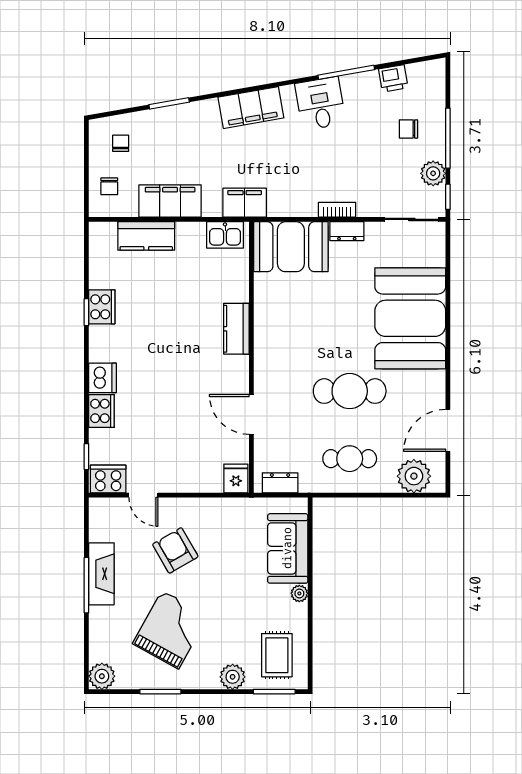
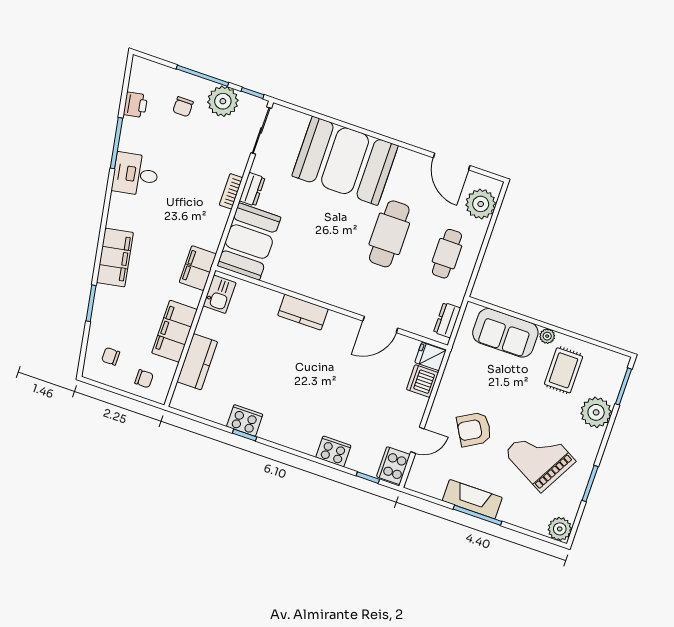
filing cabinet: (251, 108) -> (115, 257), moved
plant: (433, 173) -> (223, 101), width x1.36, depth x1.36
dishwasher: (103, 378) -> (422, 381), moved, turned -90
rug: (277, 655) -> (564, 370), moved, turned 90
plant: (233, 677) -> (596, 412), width x1.36, depth x1.36

